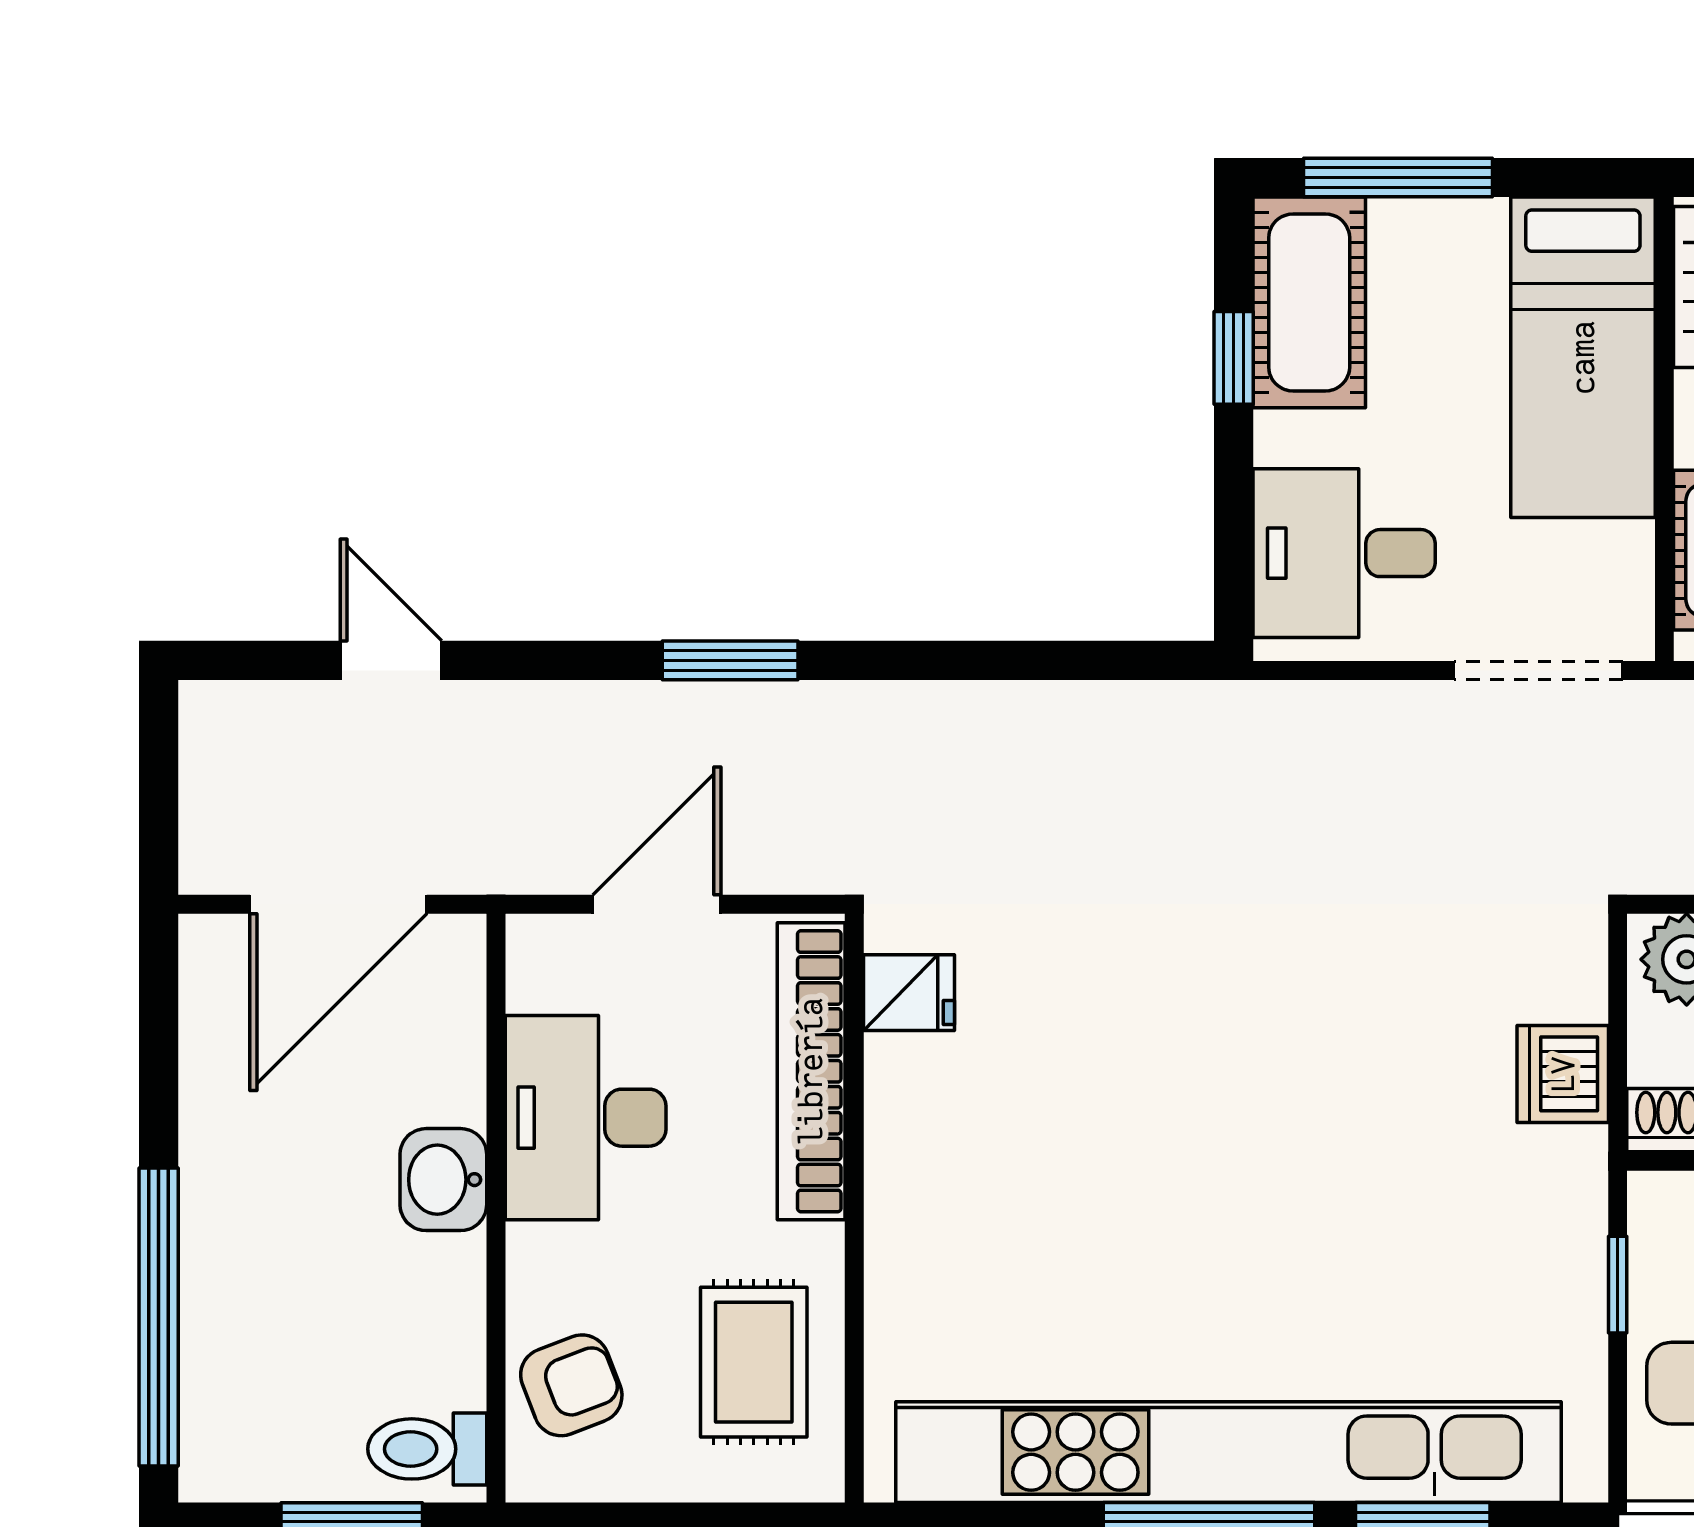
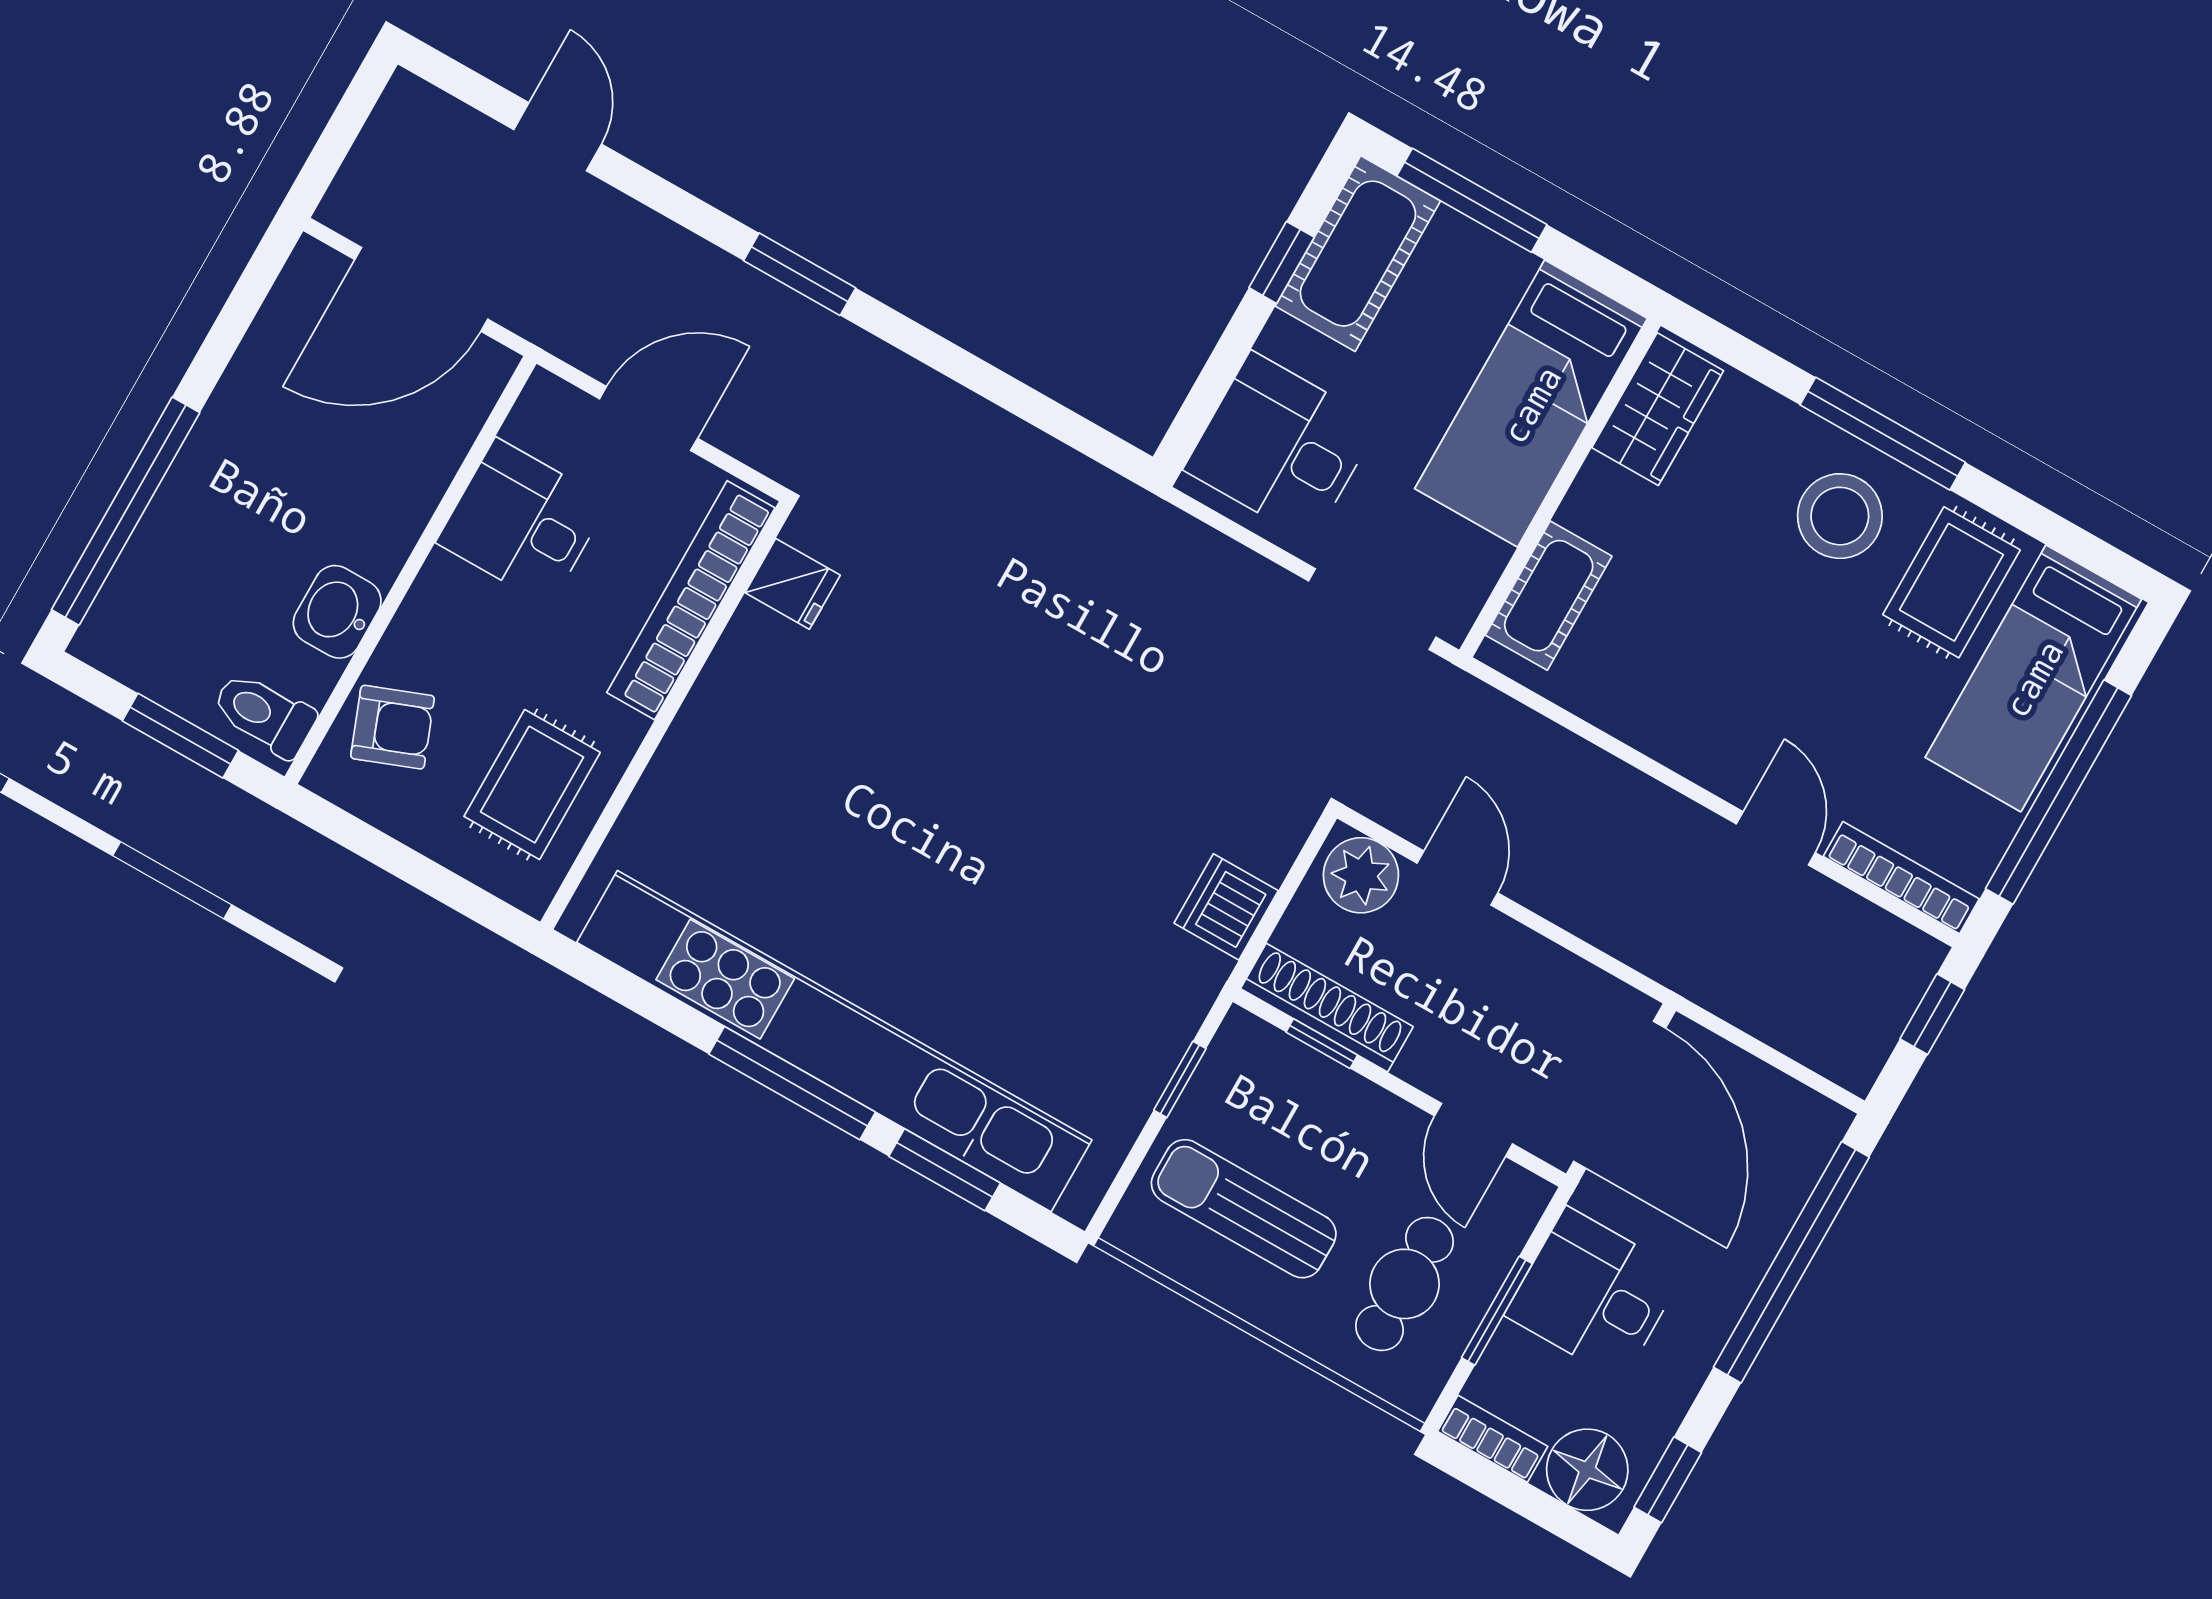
desk: (586, 1118) -> (522, 522), width x0.73
washbasin: (443, 1180) -> (337, 612), moved

